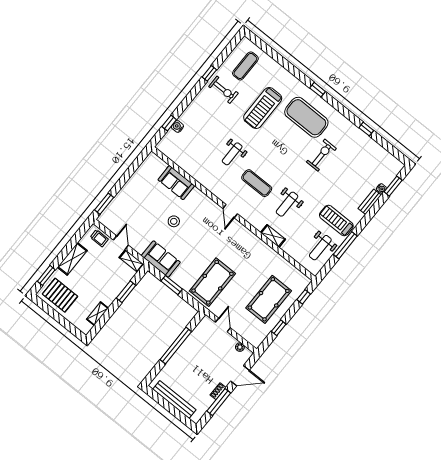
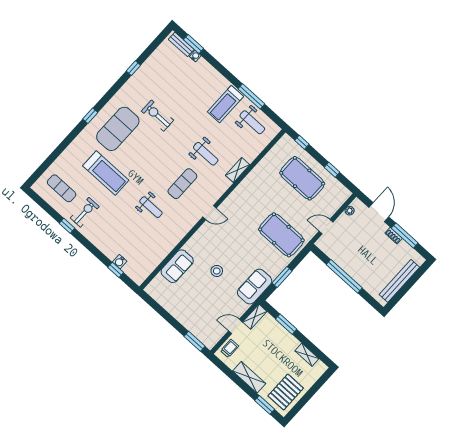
bench: (370, 202) -> (181, 44), moved

